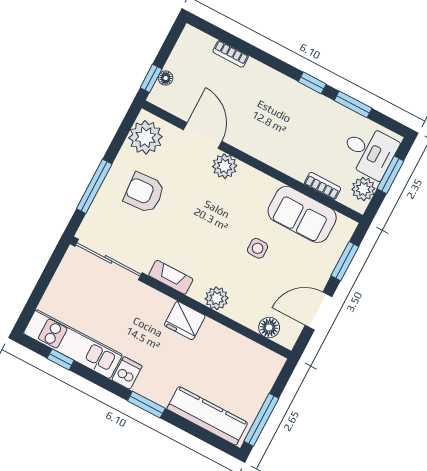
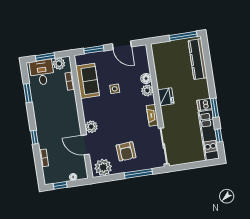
window: (151, 78) -> (60, 185), moved
window: (312, 83) -> (34, 137), moved
door: (203, 135) -> (85, 145), hinge flipped
floor lamp: (269, 328) -> (146, 79), moved
window: (146, 405) -> (214, 108), moved

